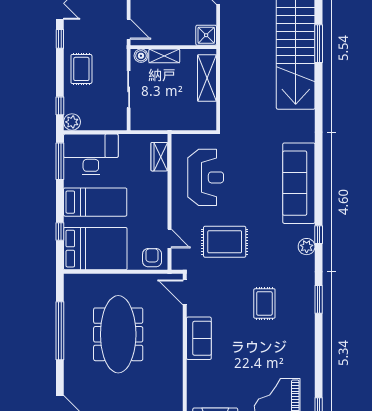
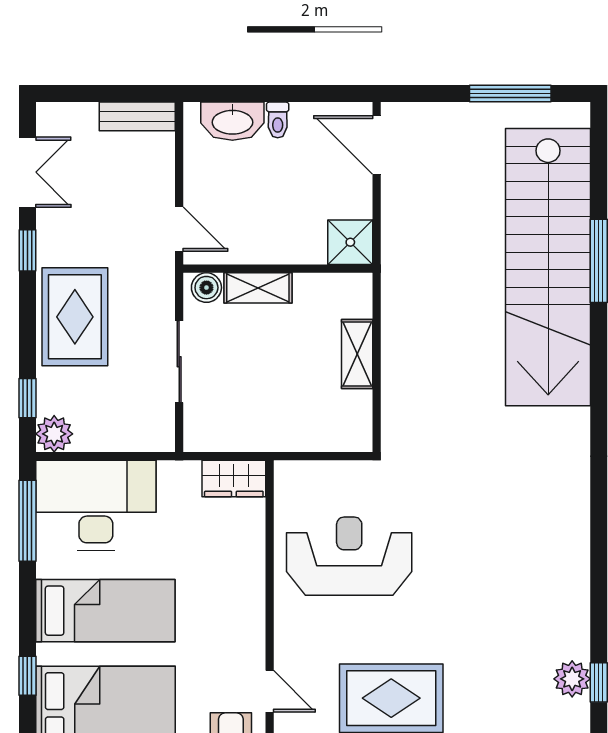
rug: (81, 69) -> (75, 317), width x1.36, depth x1.43
shelving: (207, 78) -> (357, 354), width x0.67, depth x0.75
wardrobe: (159, 157) -> (234, 479), moved, turned -90
reception desk: (206, 177) -> (349, 556), turned -90
sofa: (299, 183) -> (555, 569), removed
plant: (307, 247) -> (572, 679), moved

